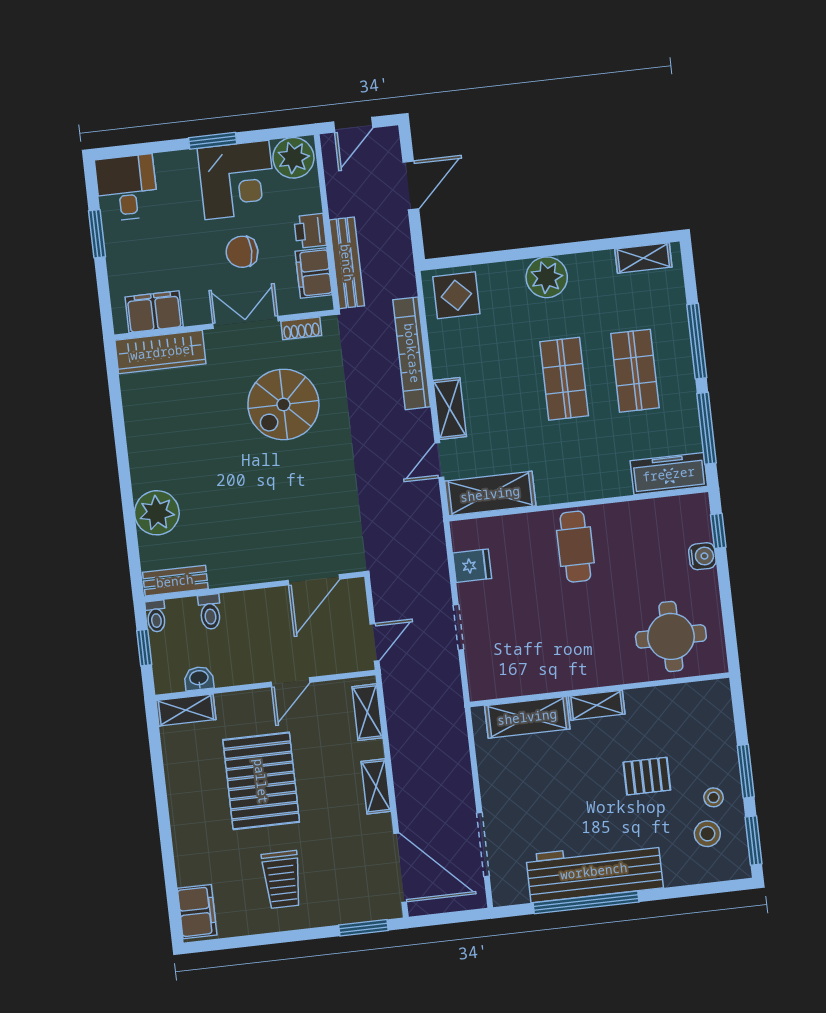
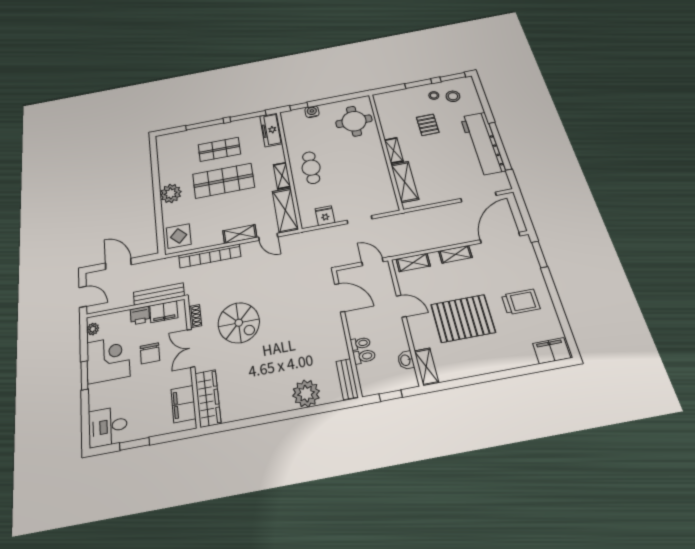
plant: (293, 158) -> (93, 329), width x0.53, depth x0.53
shelving: (643, 258) -> (282, 176), moved
shop shelf: (564, 379) -> (223, 181), width x1.43, depth x1.36
cafe table: (575, 547) -> (311, 168), turned 90
toilet: (156, 616) -> (360, 343), moved

